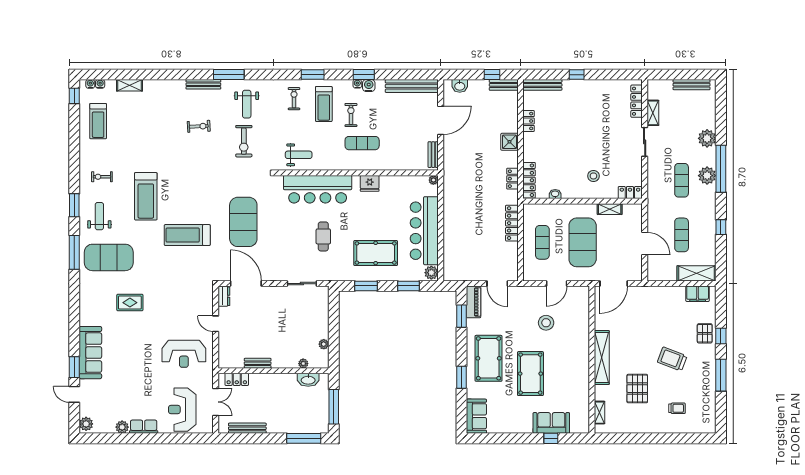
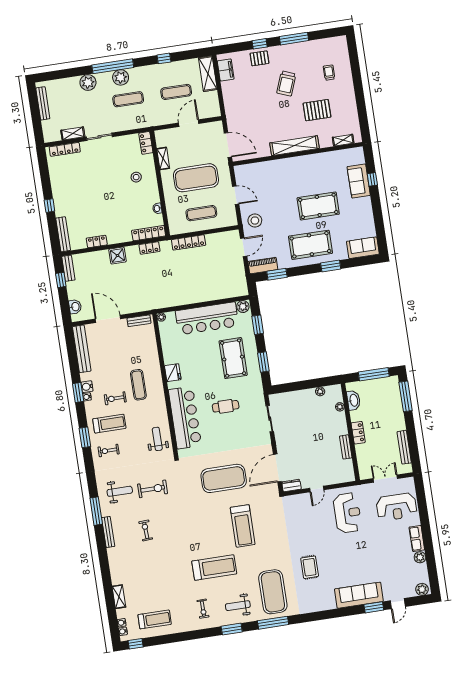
stool: (546, 323) -> (255, 221), moved
locker: (237, 379) -> (358, 433), moved

